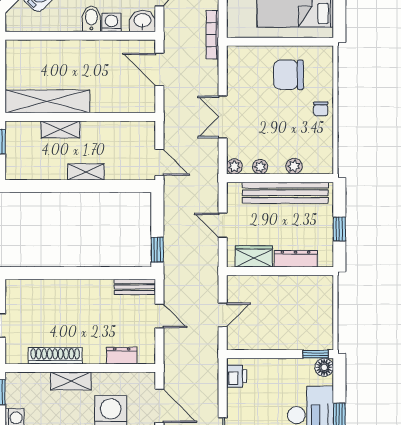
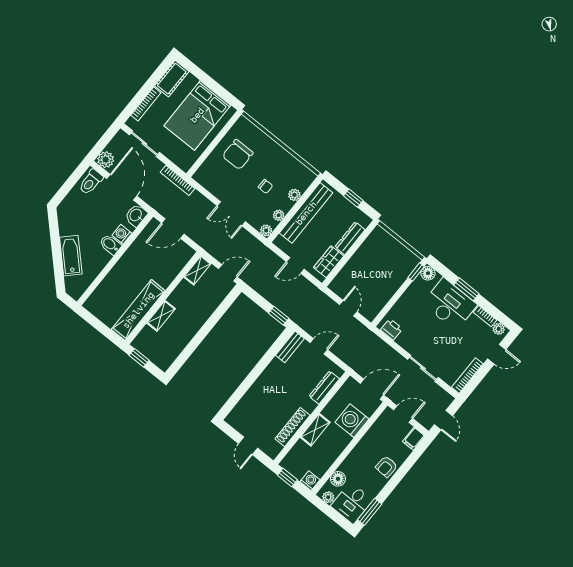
chair: (321, 109) -> (265, 186), moved
shelving: (86, 172) -> (197, 270), moved
dresser: (122, 356) -> (324, 388), width x1.44

